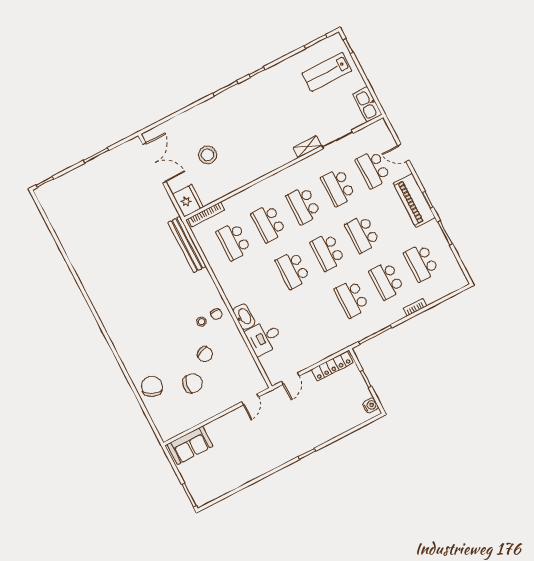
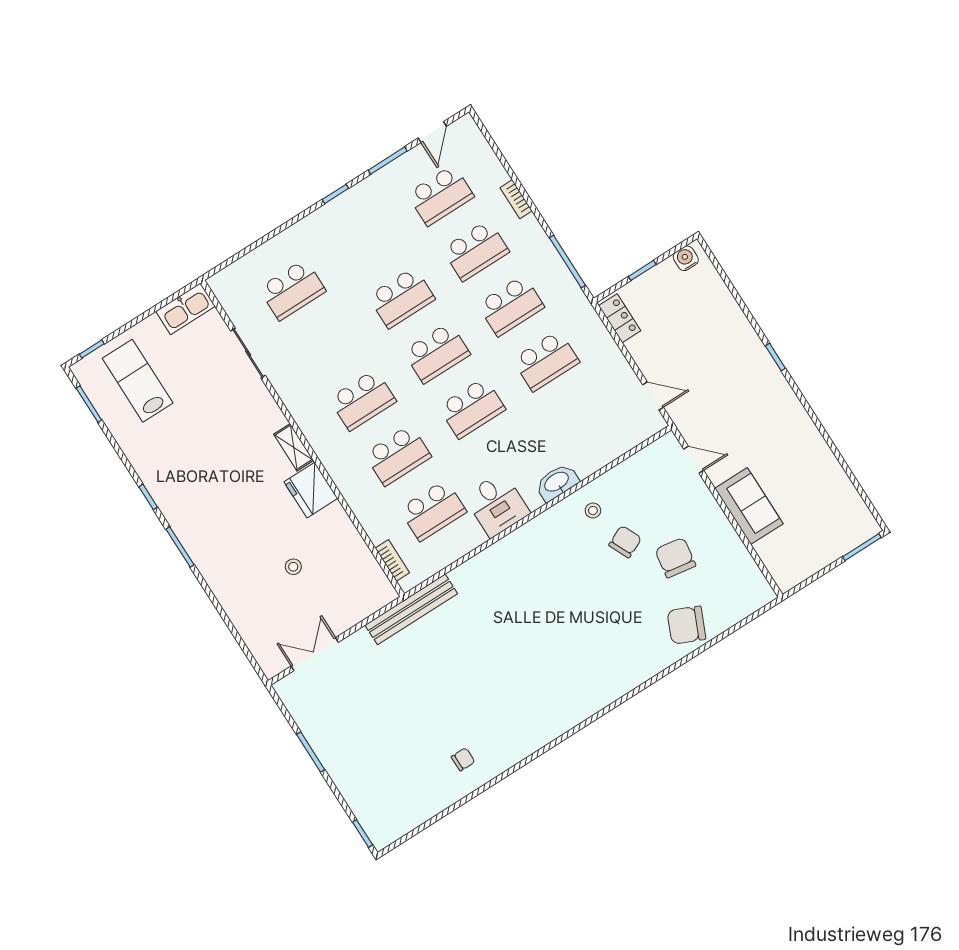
lab bench: (327, 72) -> (138, 381), turned 180
shelving: (307, 147) -> (294, 447), moved
door: (403, 153) -> (432, 132), moved
stool: (208, 155) -> (293, 567), width x0.53, depth x0.53
double door: (154, 163) -> (315, 654), width x0.73
school desk: (338, 187) -> (546, 361), moved
piano: (414, 200) -> (338, 216), removed
fridge: (188, 201) -> (311, 490), moved, turned -90
bookcase: (206, 214) -> (392, 560), width x0.64
bench: (187, 244) -> (411, 609), moved
chair: (216, 314) -> (463, 759), moved
stool: (201, 322) -> (593, 511), moved
desk: (264, 338) -> (497, 504), moved
locker: (332, 366) -> (620, 318), width x0.66
sofa: (190, 445) -> (749, 506), moved

